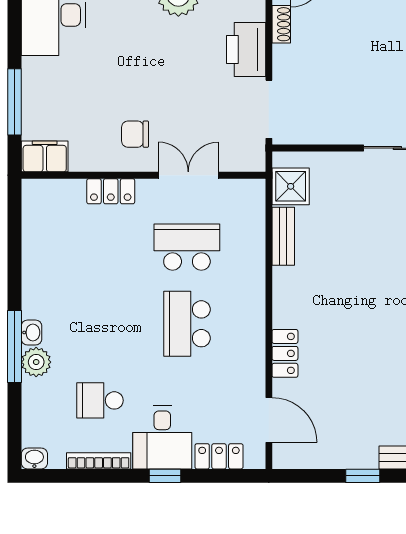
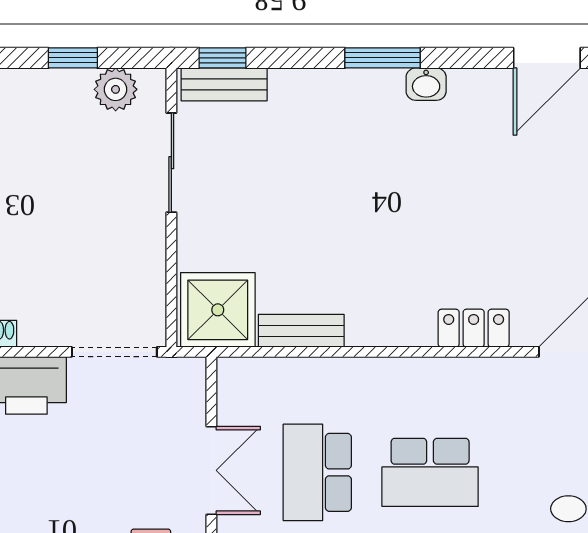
double door: (188, 175) -> (211, 470), swing flipped
shower: (291, 186) -> (218, 310), width x1.36, depth x1.36

